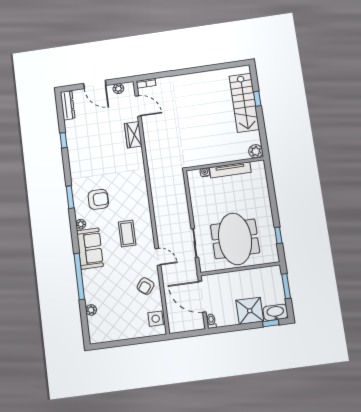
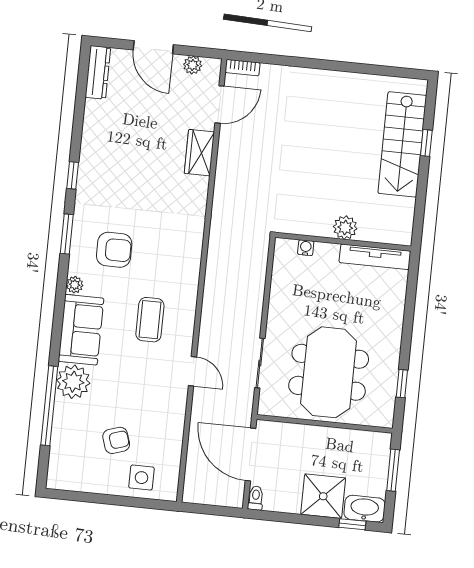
door: (138, 106) -> (220, 104), hinge flipped
window: (63, 140) -> (73, 175), moved
plant: (256, 151) -> (345, 228), moved
tv unit: (230, 170) -> (375, 257), moved
window: (79, 276) -> (49, 406), moved
armchair: (146, 286) -> (116, 440), moved, turned -146
plant: (91, 310) -> (73, 382), moved, width x1.88, depth x1.88
side table: (156, 319) -> (141, 478), moved

